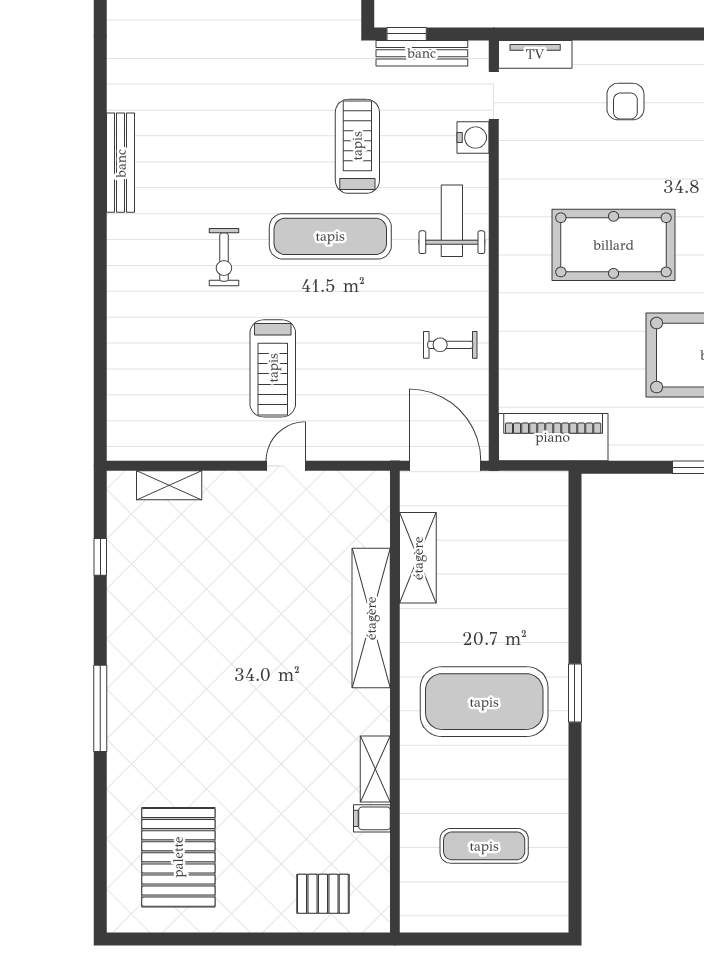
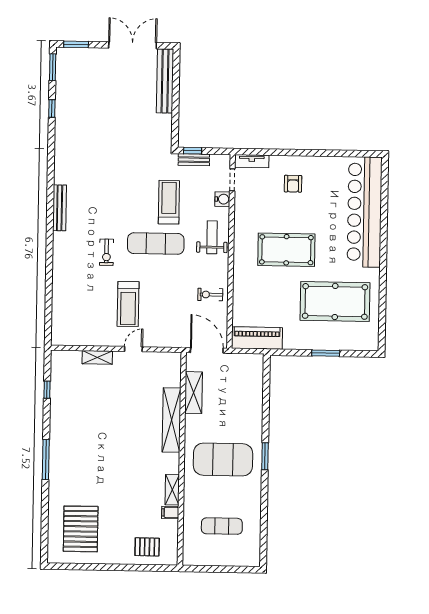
bench: (422, 53) -> (194, 160), width x0.73
shelving: (169, 485) -> (97, 357), moved

